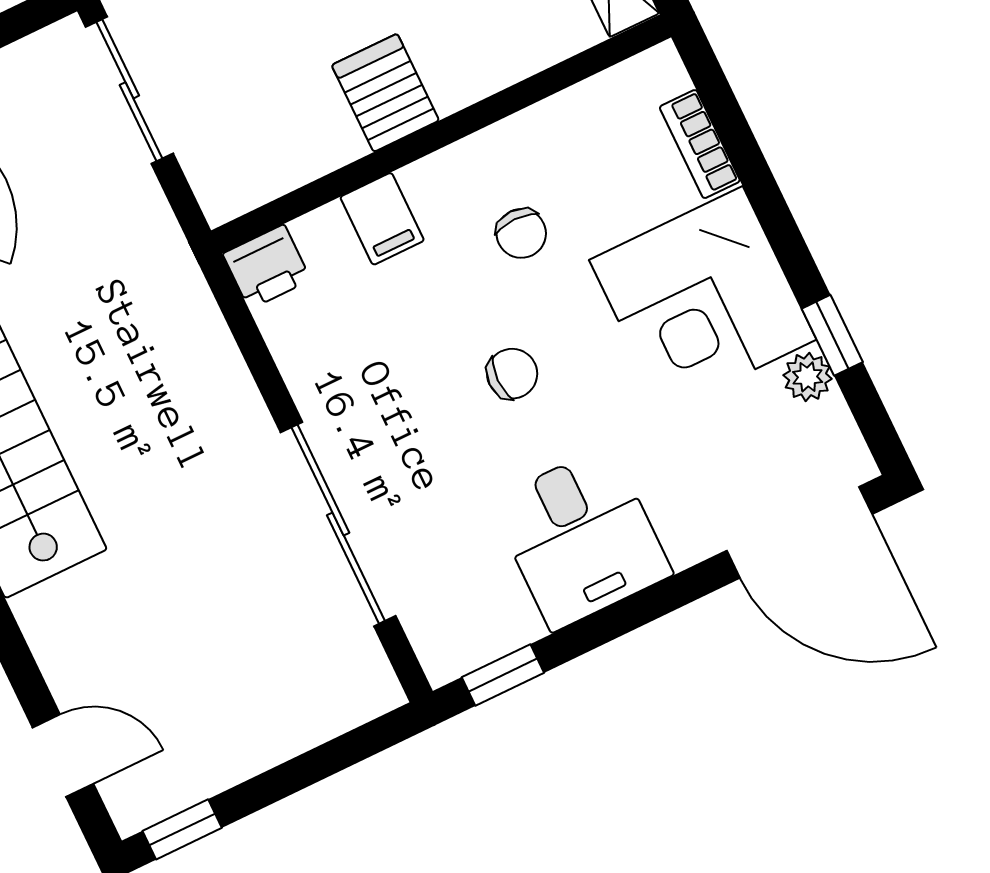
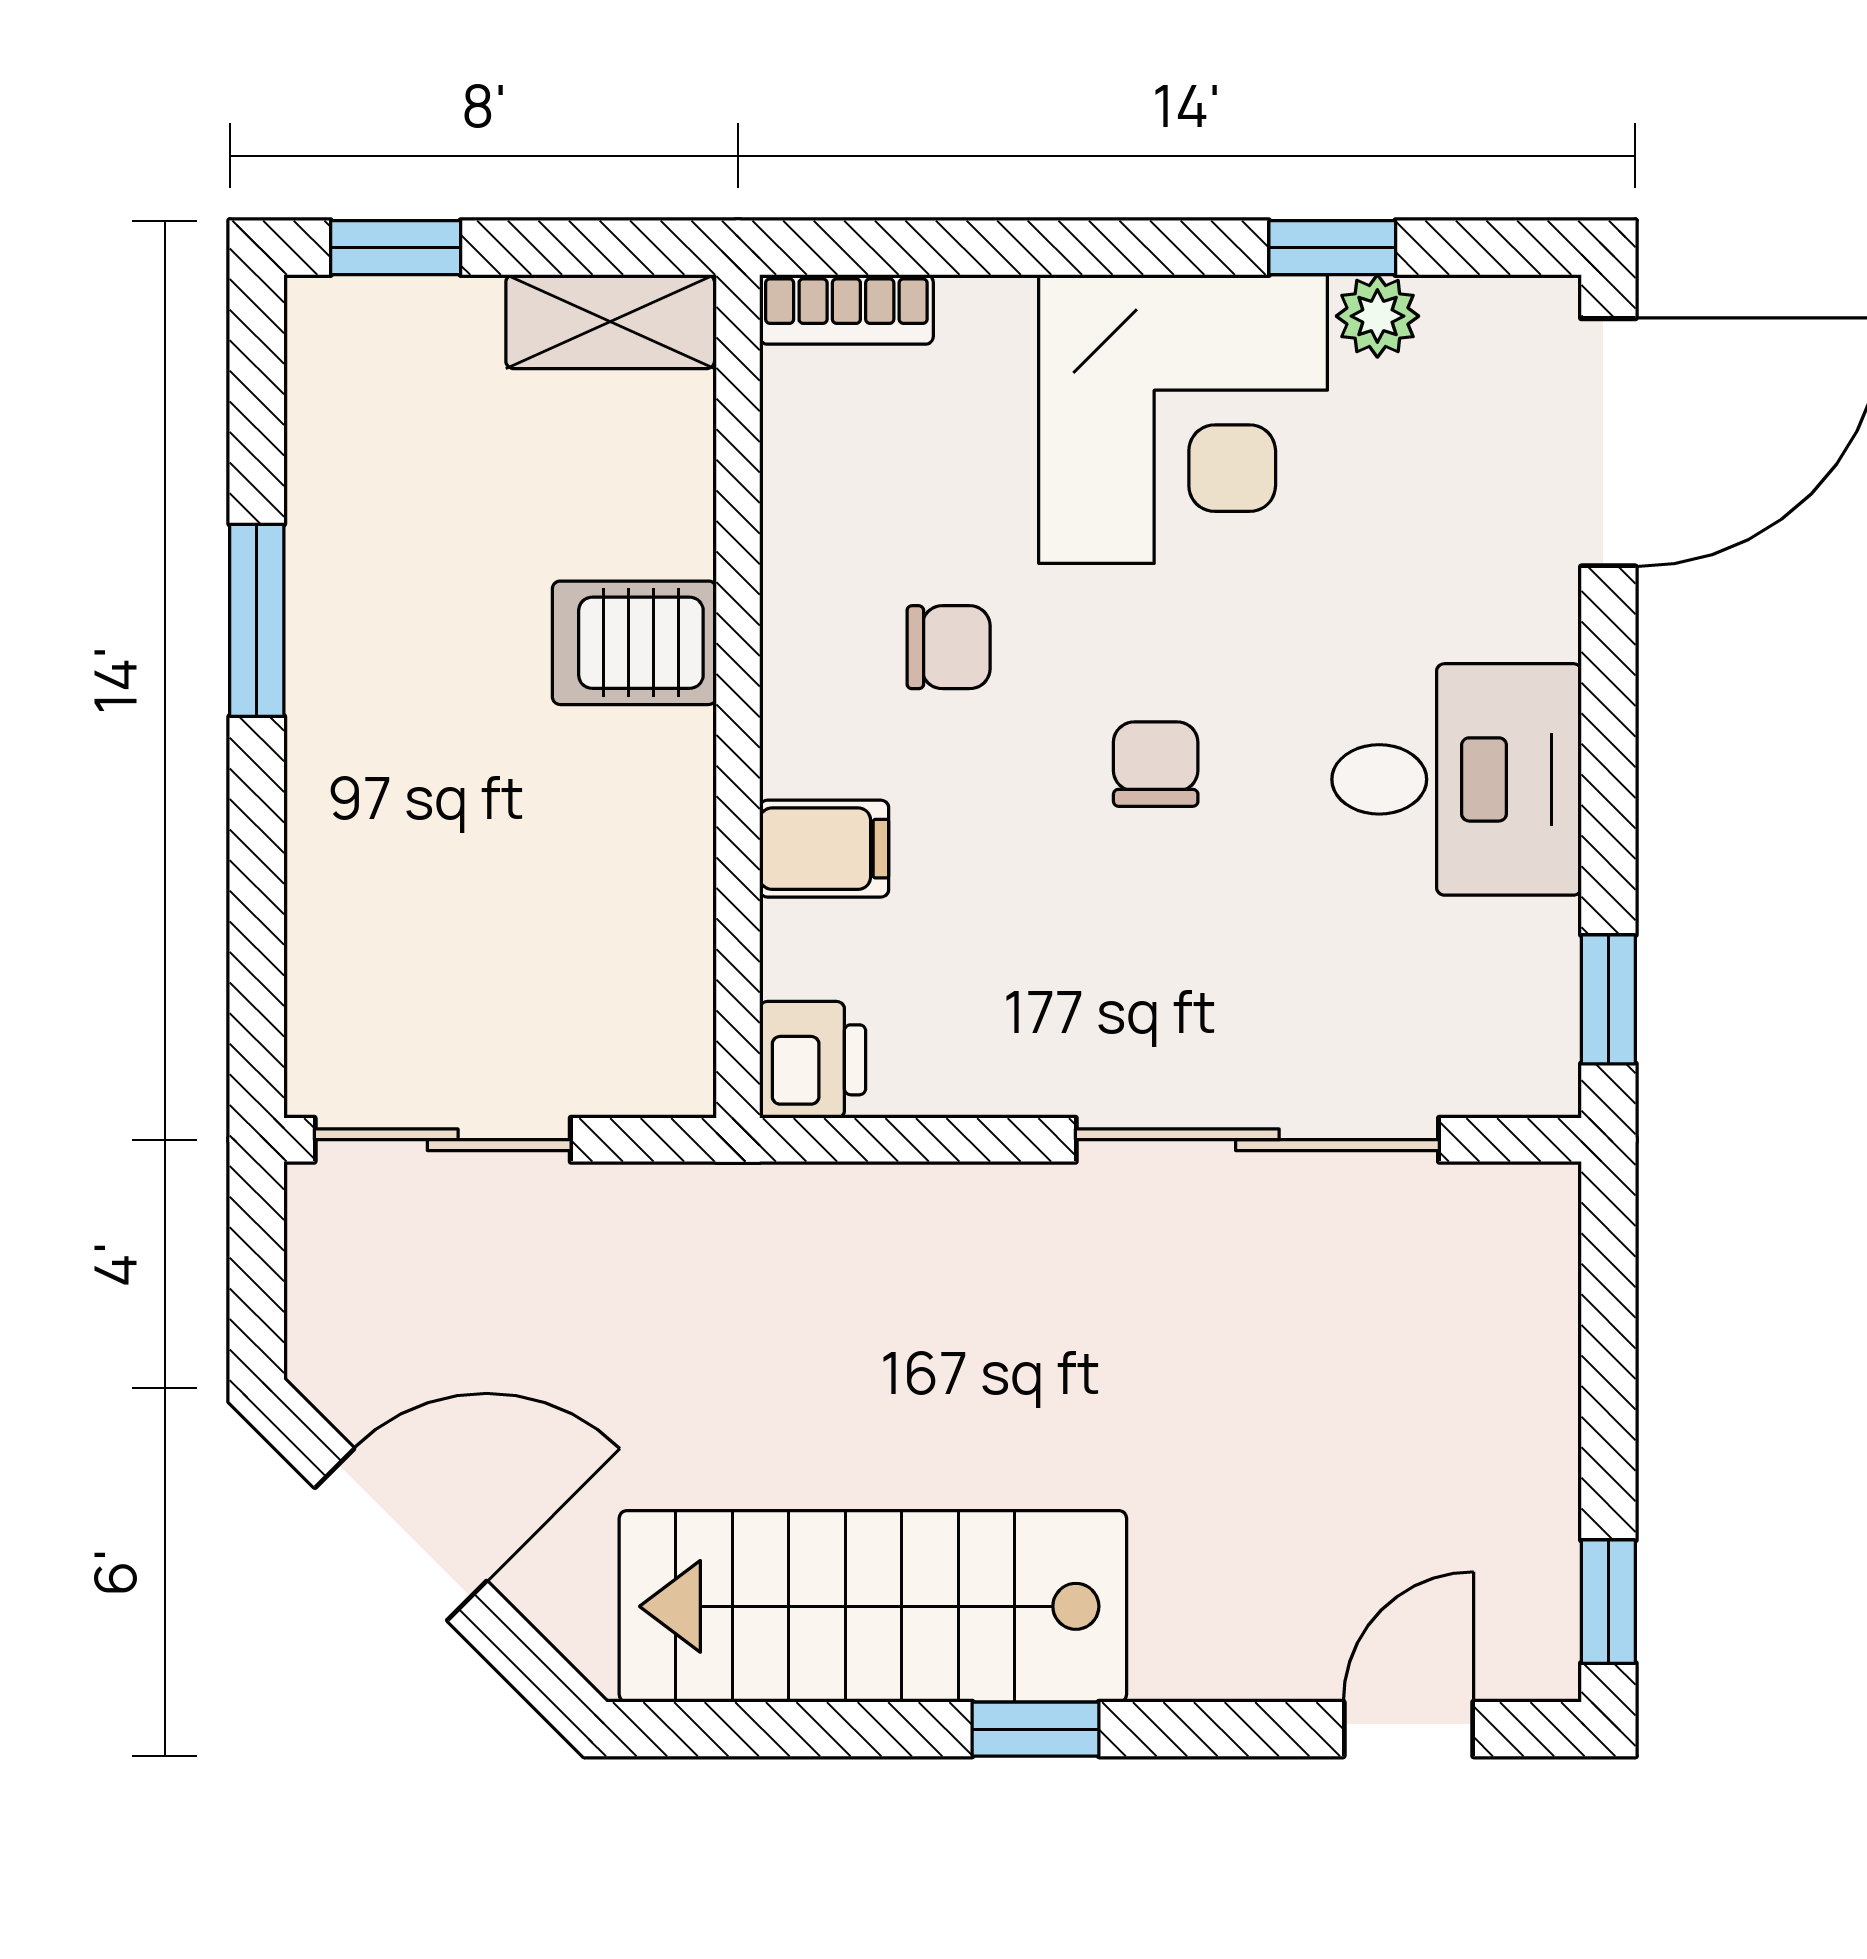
server rack: (385, 93) -> (634, 643), moved
bookcase: (700, 144) -> (846, 309), moved

